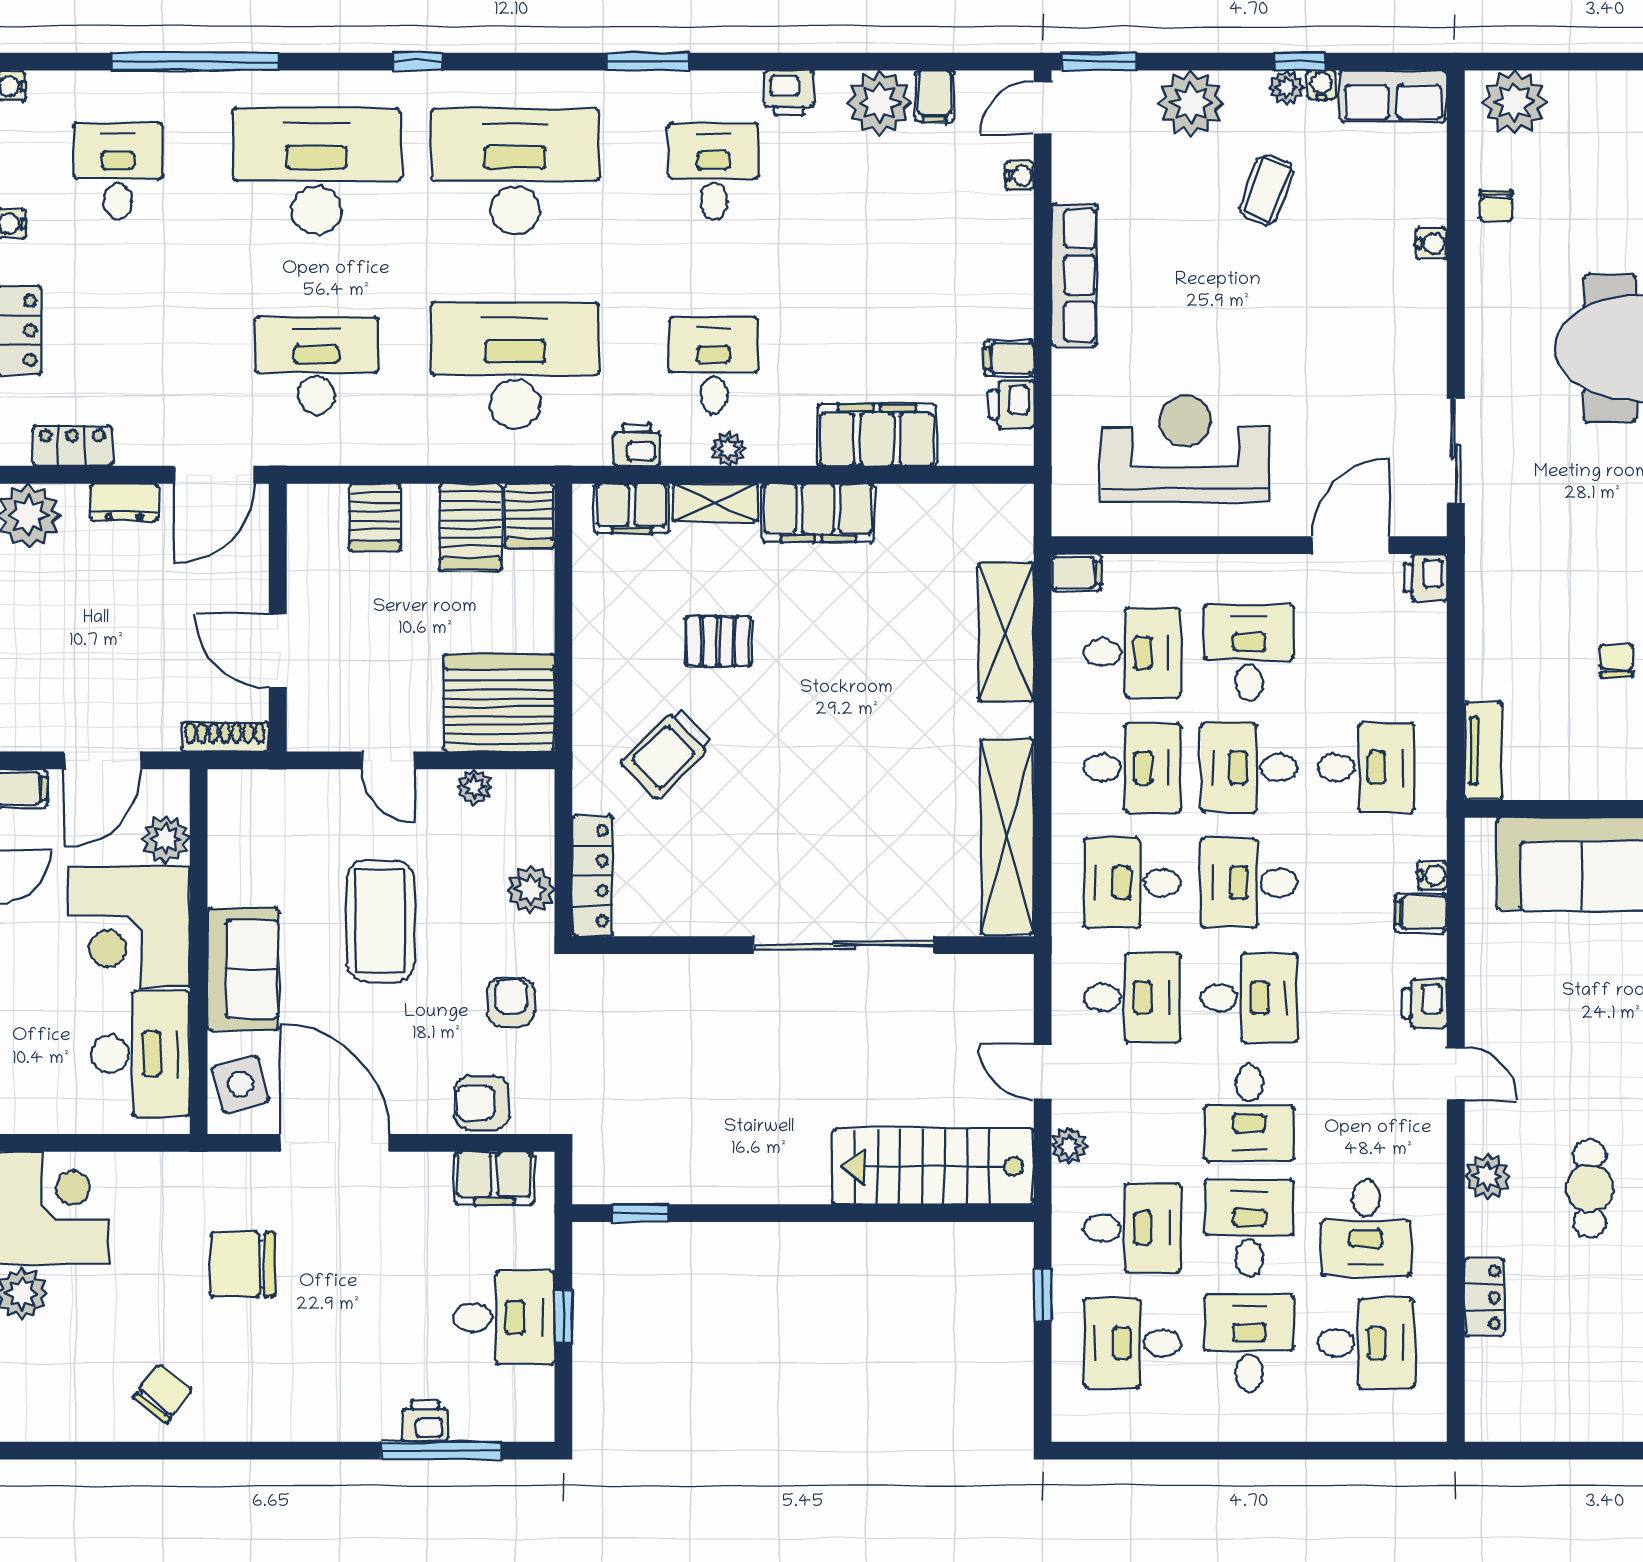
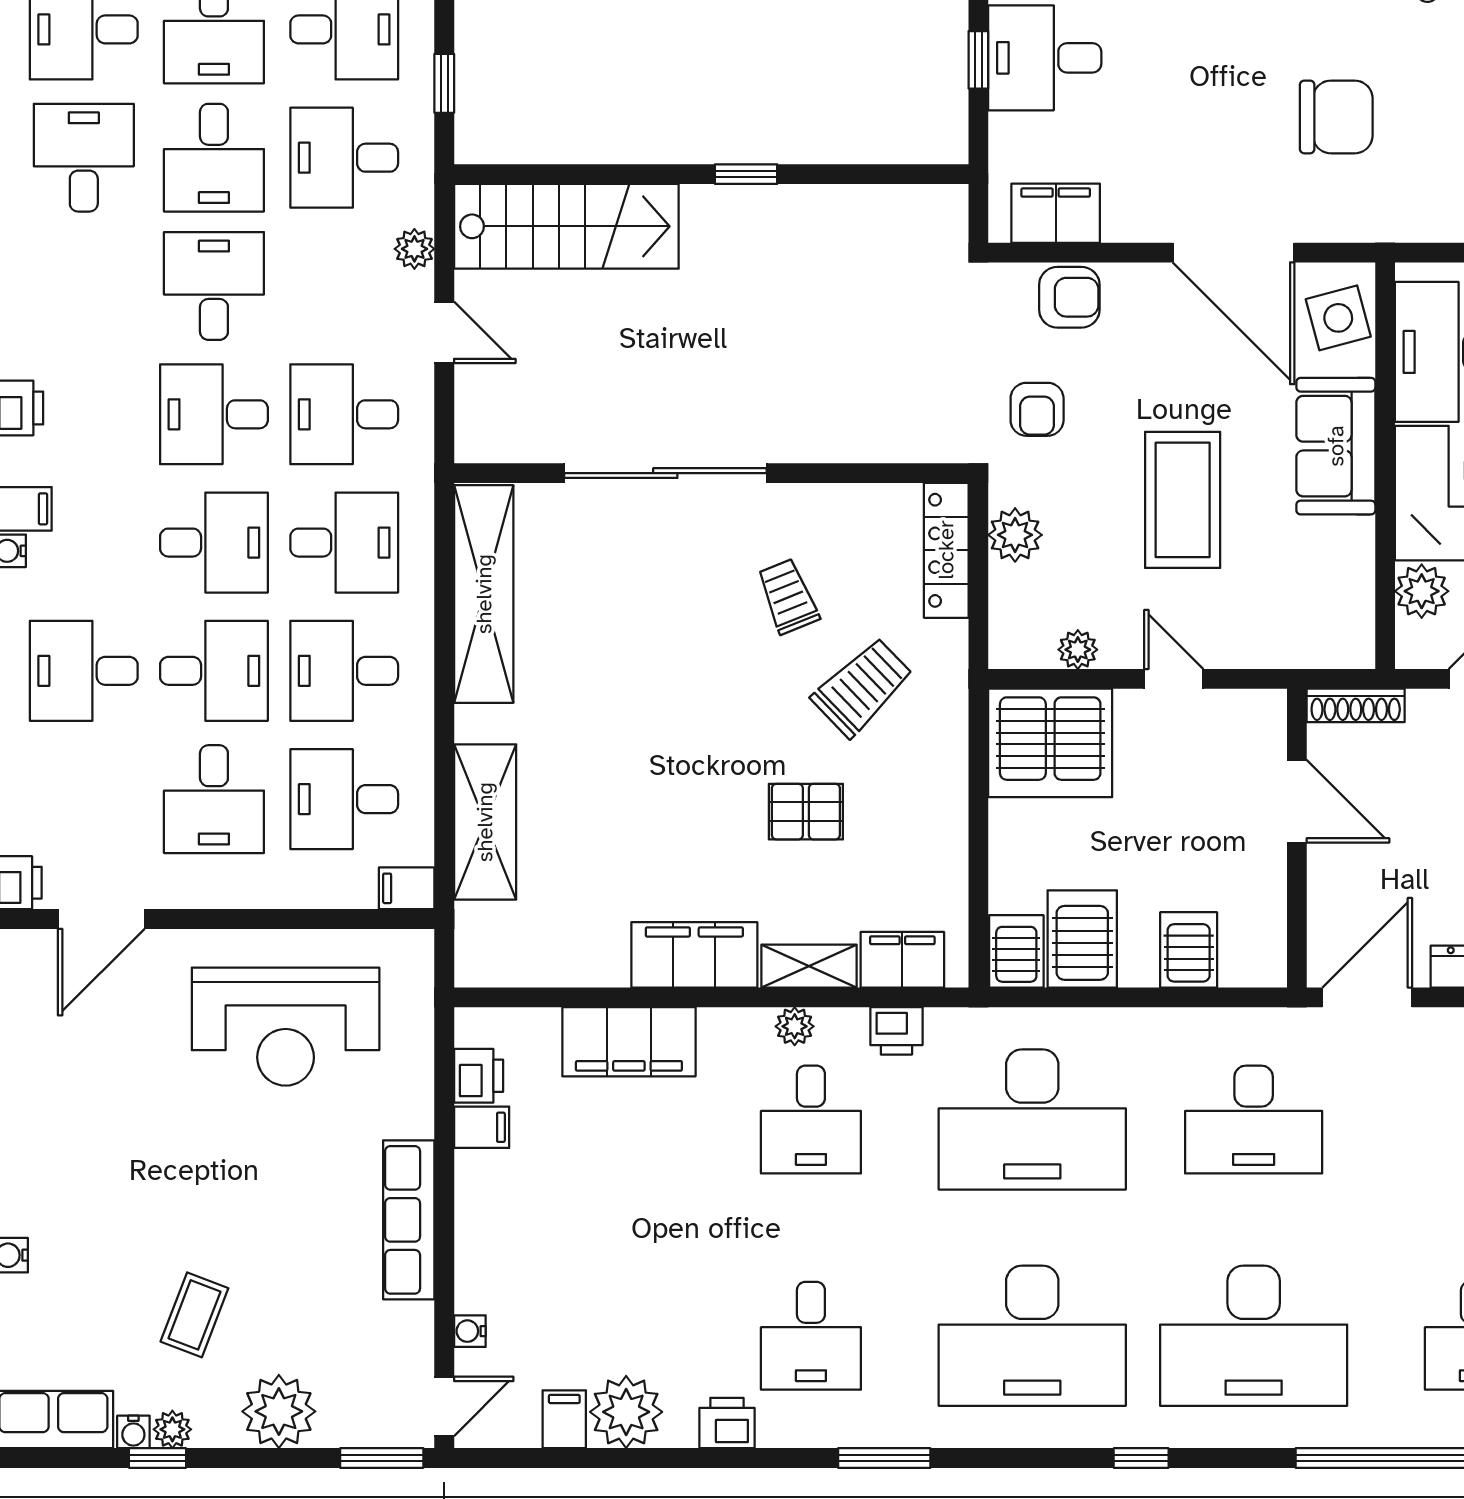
trolley: (734, 834) -> (788, 596), added
window: (641, 1213) -> (746, 174), moved

